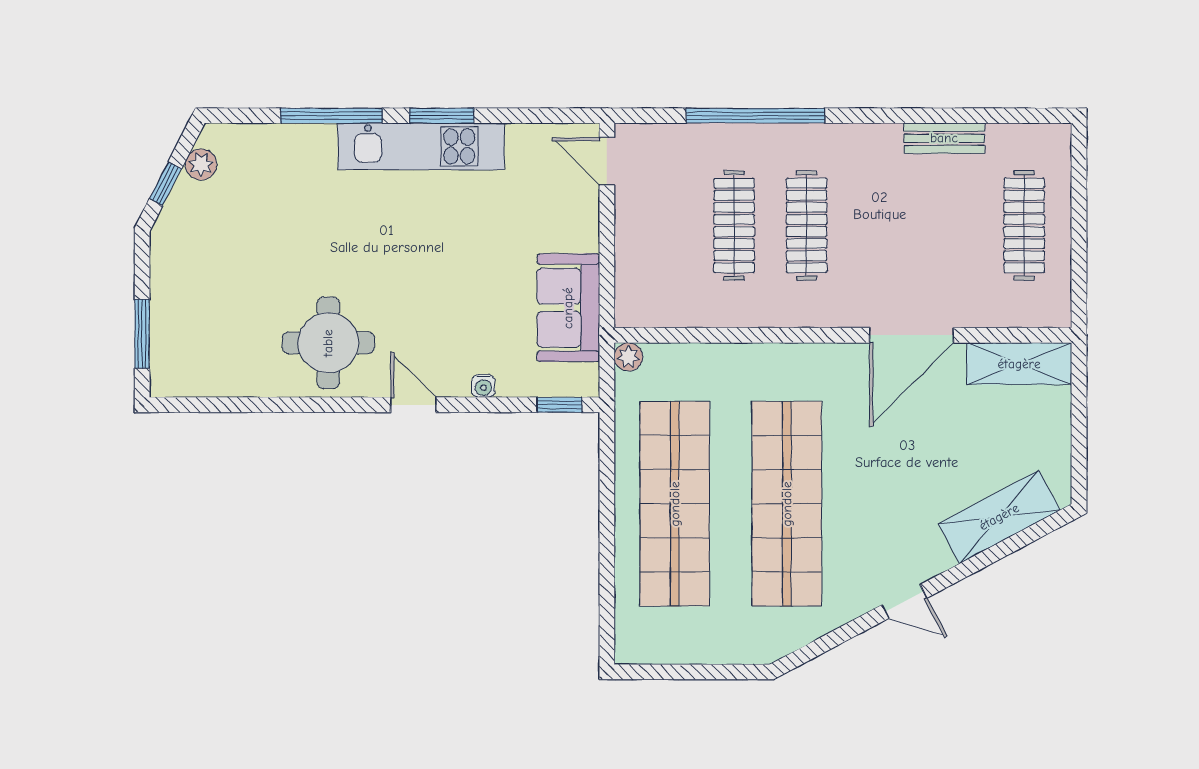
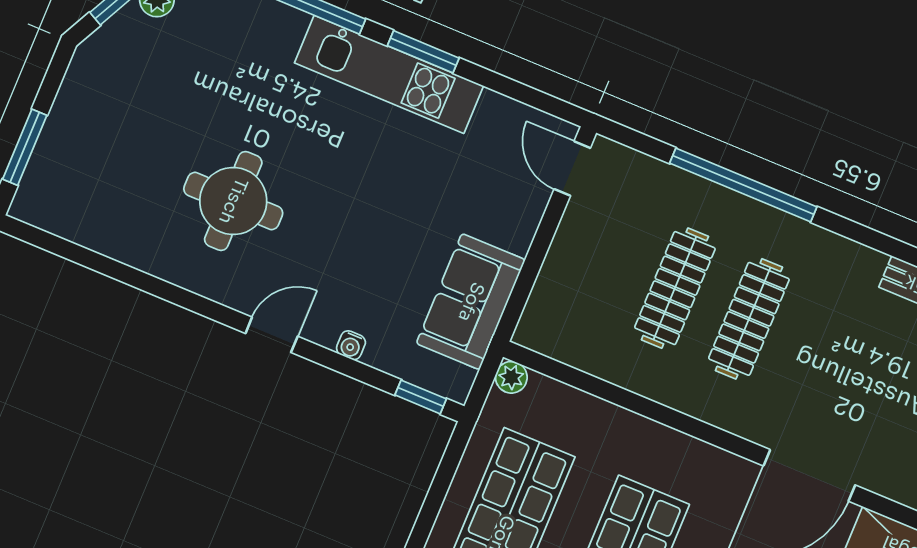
round table: (328, 343) -> (233, 201), moved
door: (413, 405) -> (272, 335), hinge flipped

